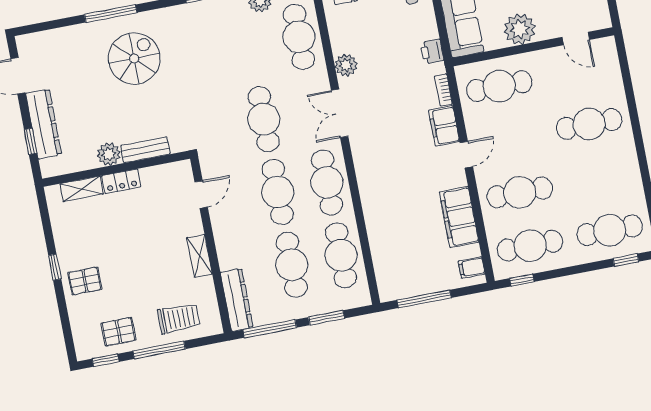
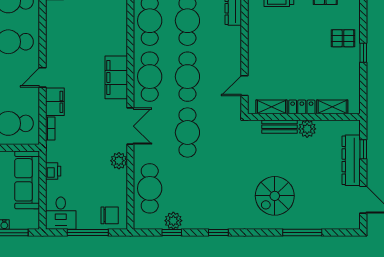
window: (111, 14) -> (302, 233), moved
printer: (432, 51) -> (53, 171), moved
filing cabinet: (459, 217) -> (116, 77), moved, turned 180
shelving: (200, 256) -> (271, 107), moved, turned 90

